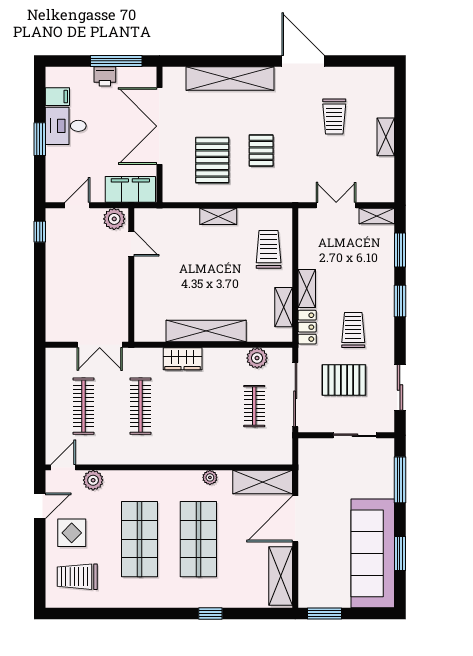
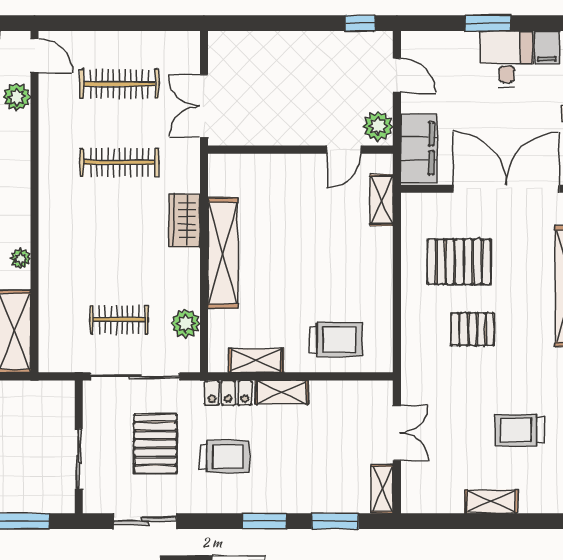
shelving: (218, 216) -> (382, 200), moved

